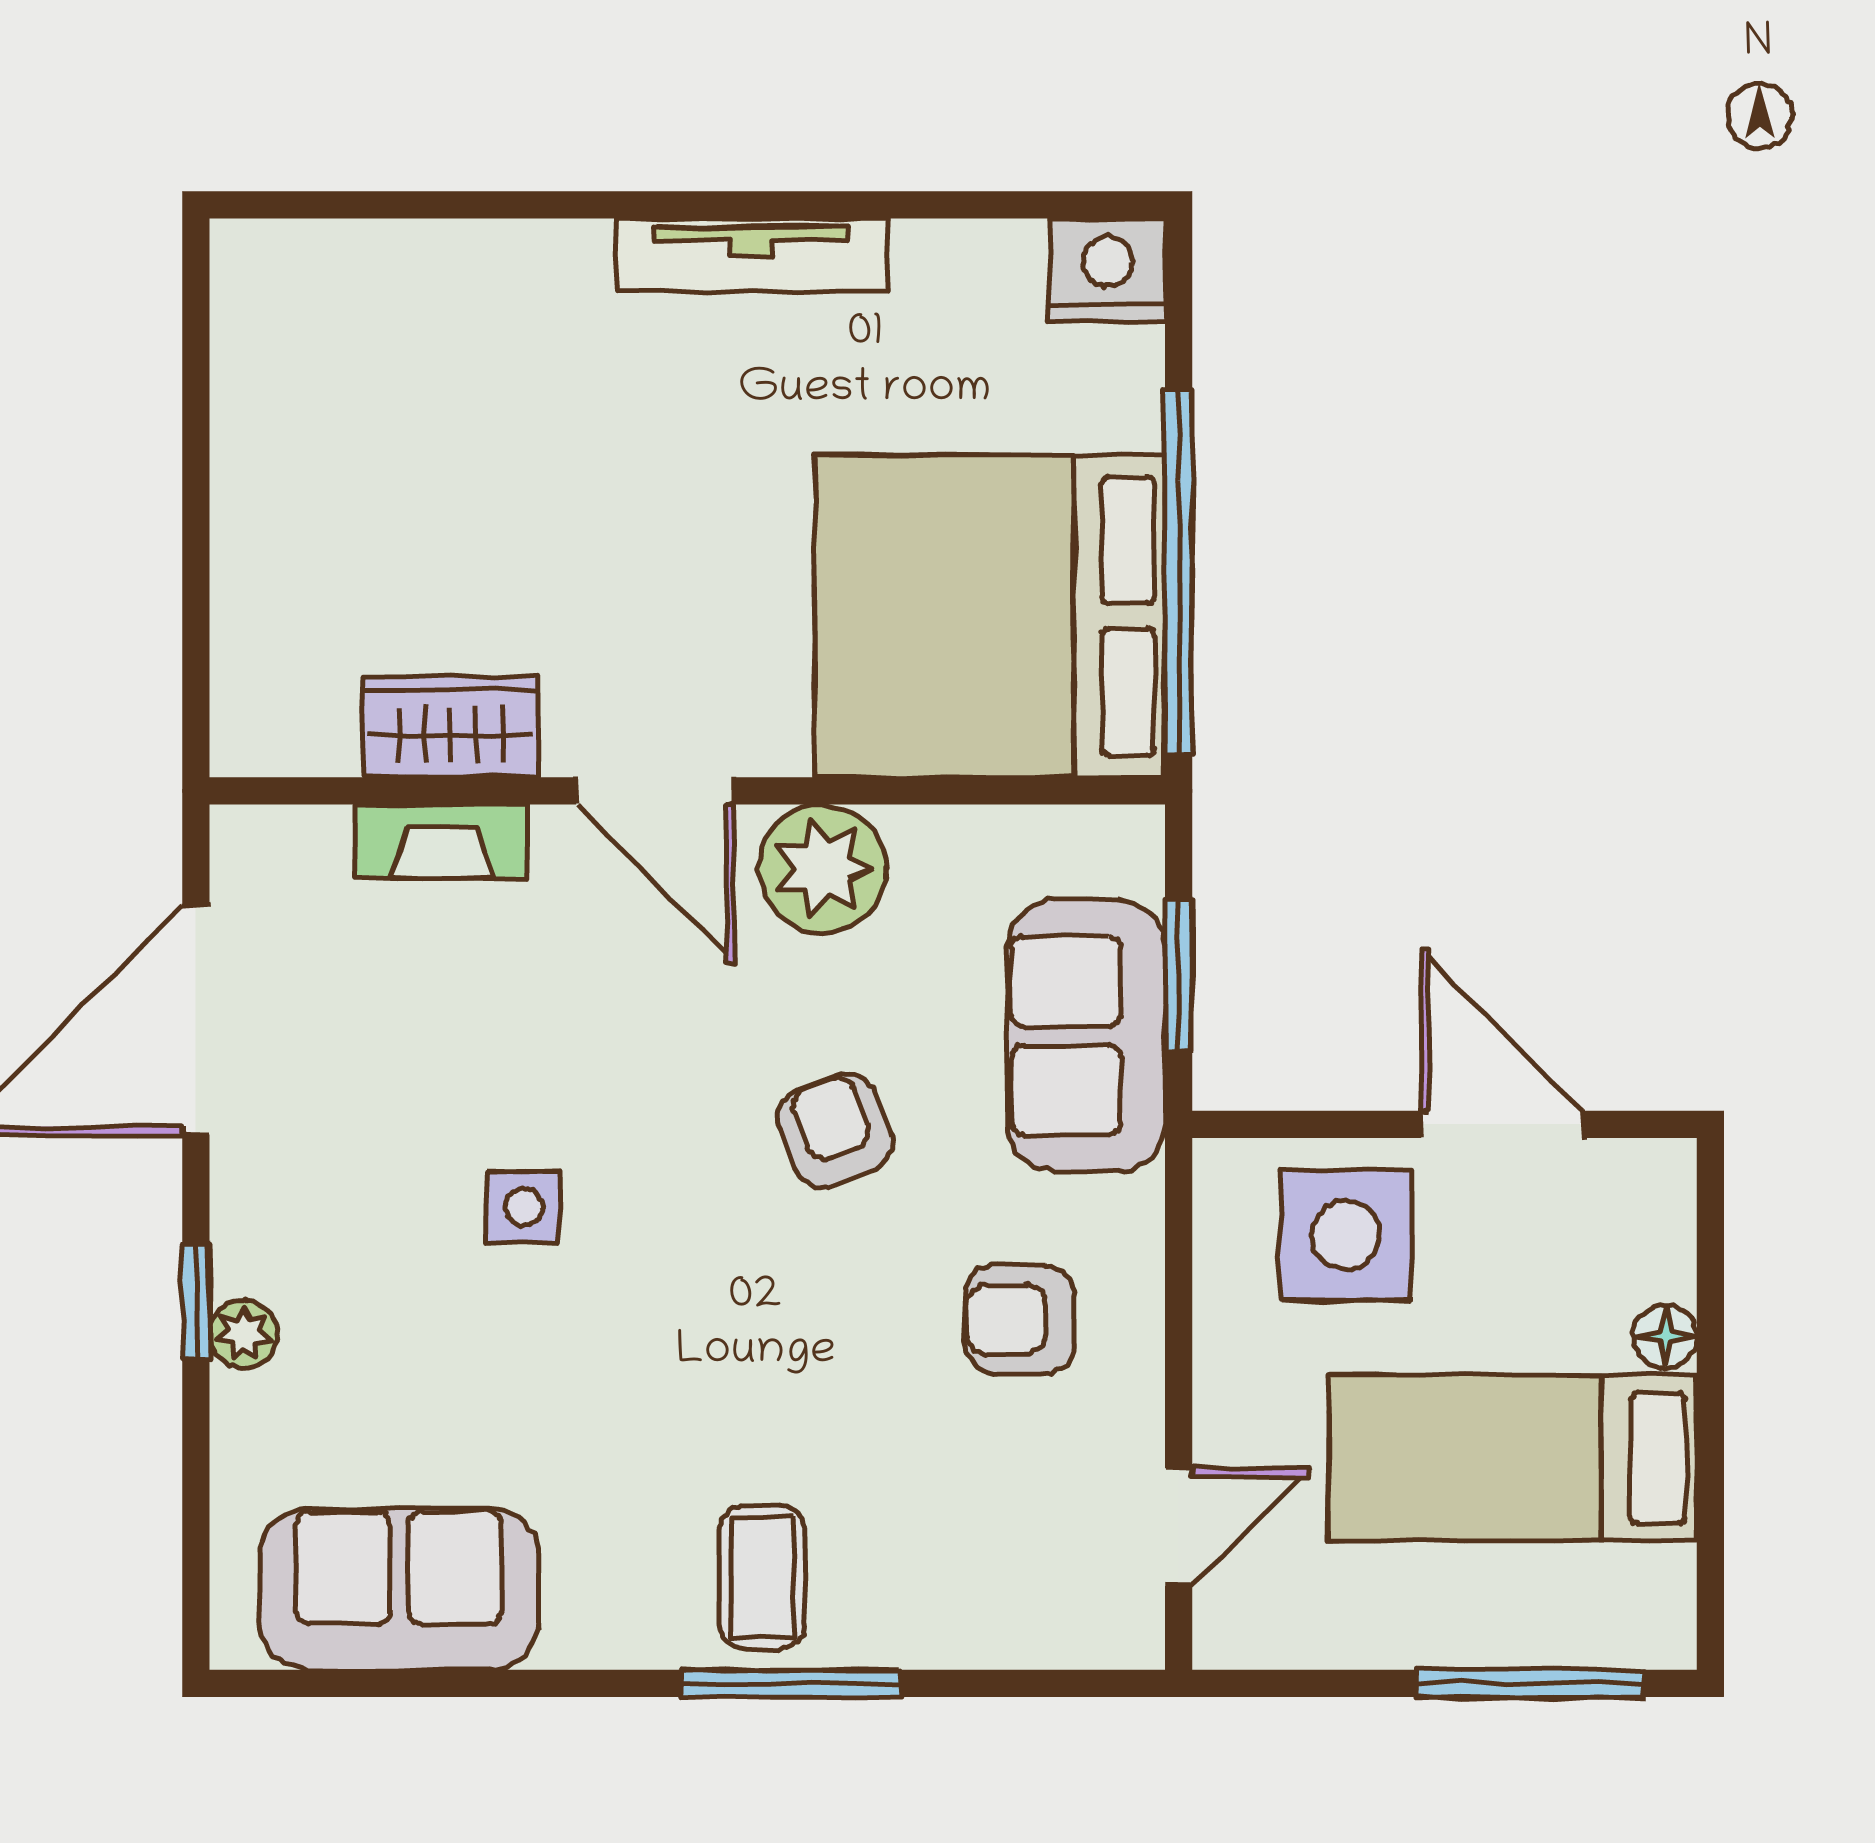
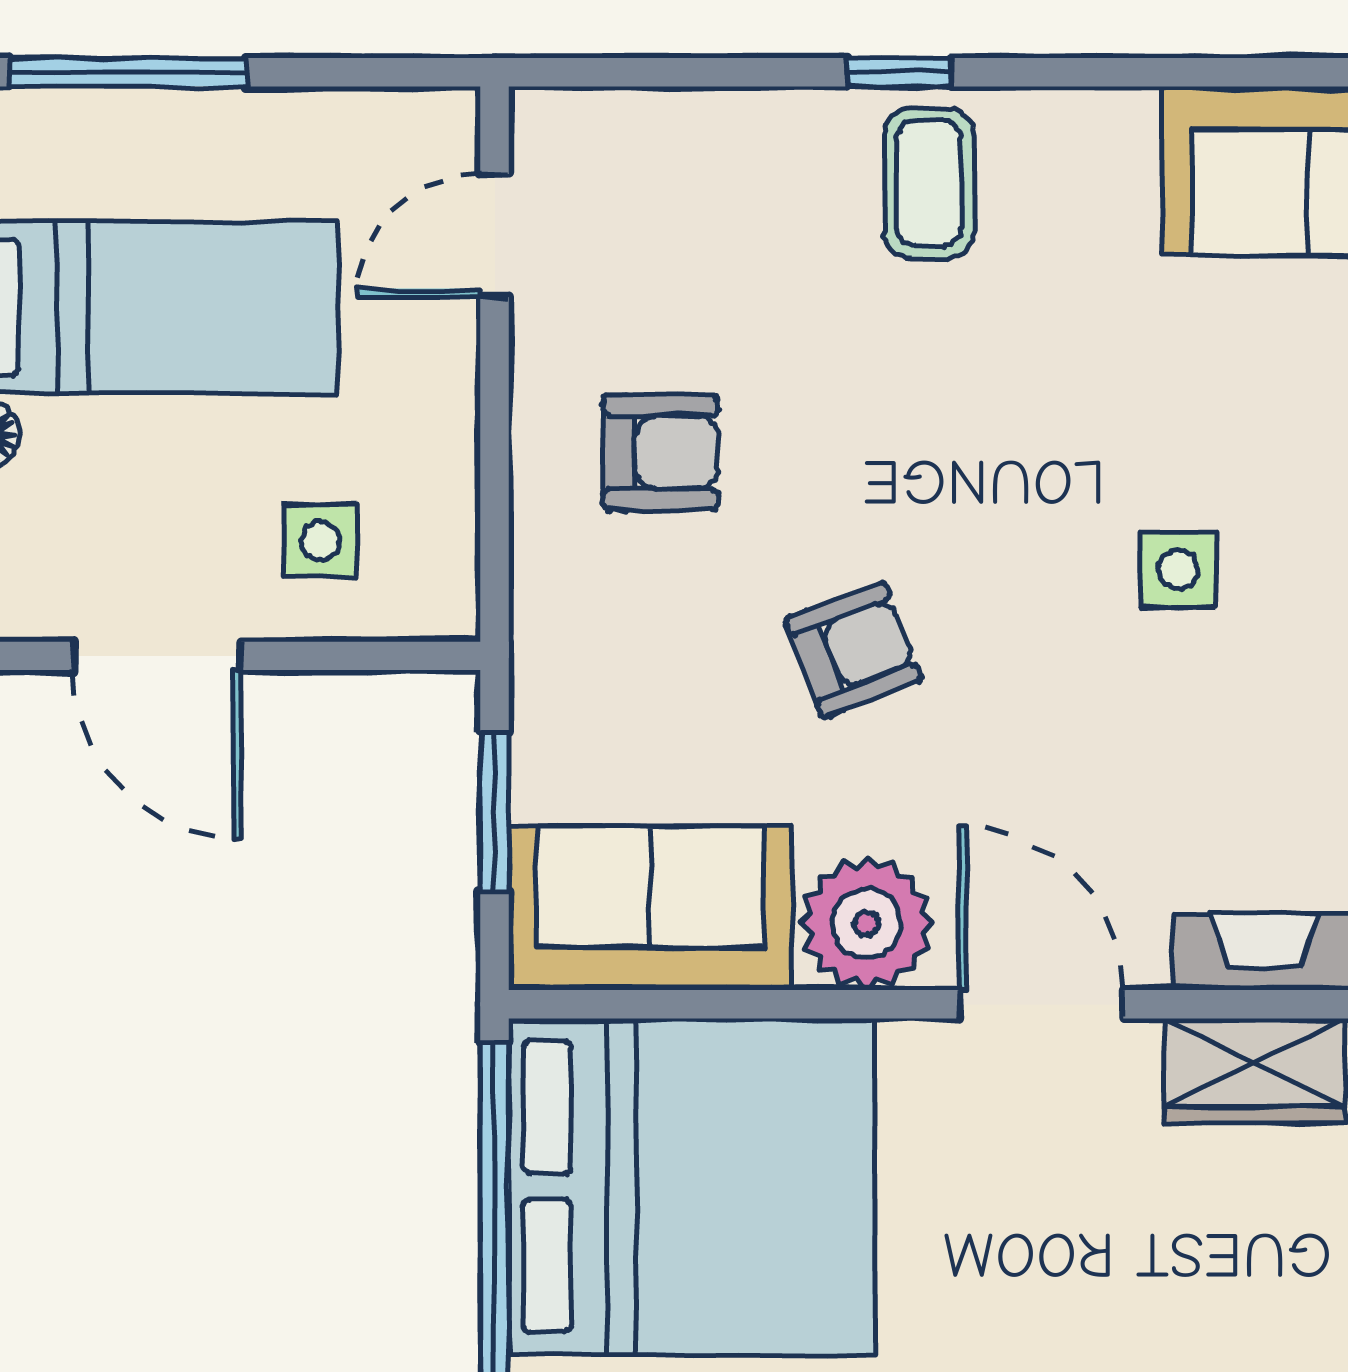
sofa: (1087, 1035) -> (650, 908), moved, turned -90
armchair: (835, 1130) -> (853, 650), turned -90
side table: (1346, 1235) -> (320, 541), width x0.54, depth x0.54
window: (791, 1683) -> (899, 72), width x0.46

